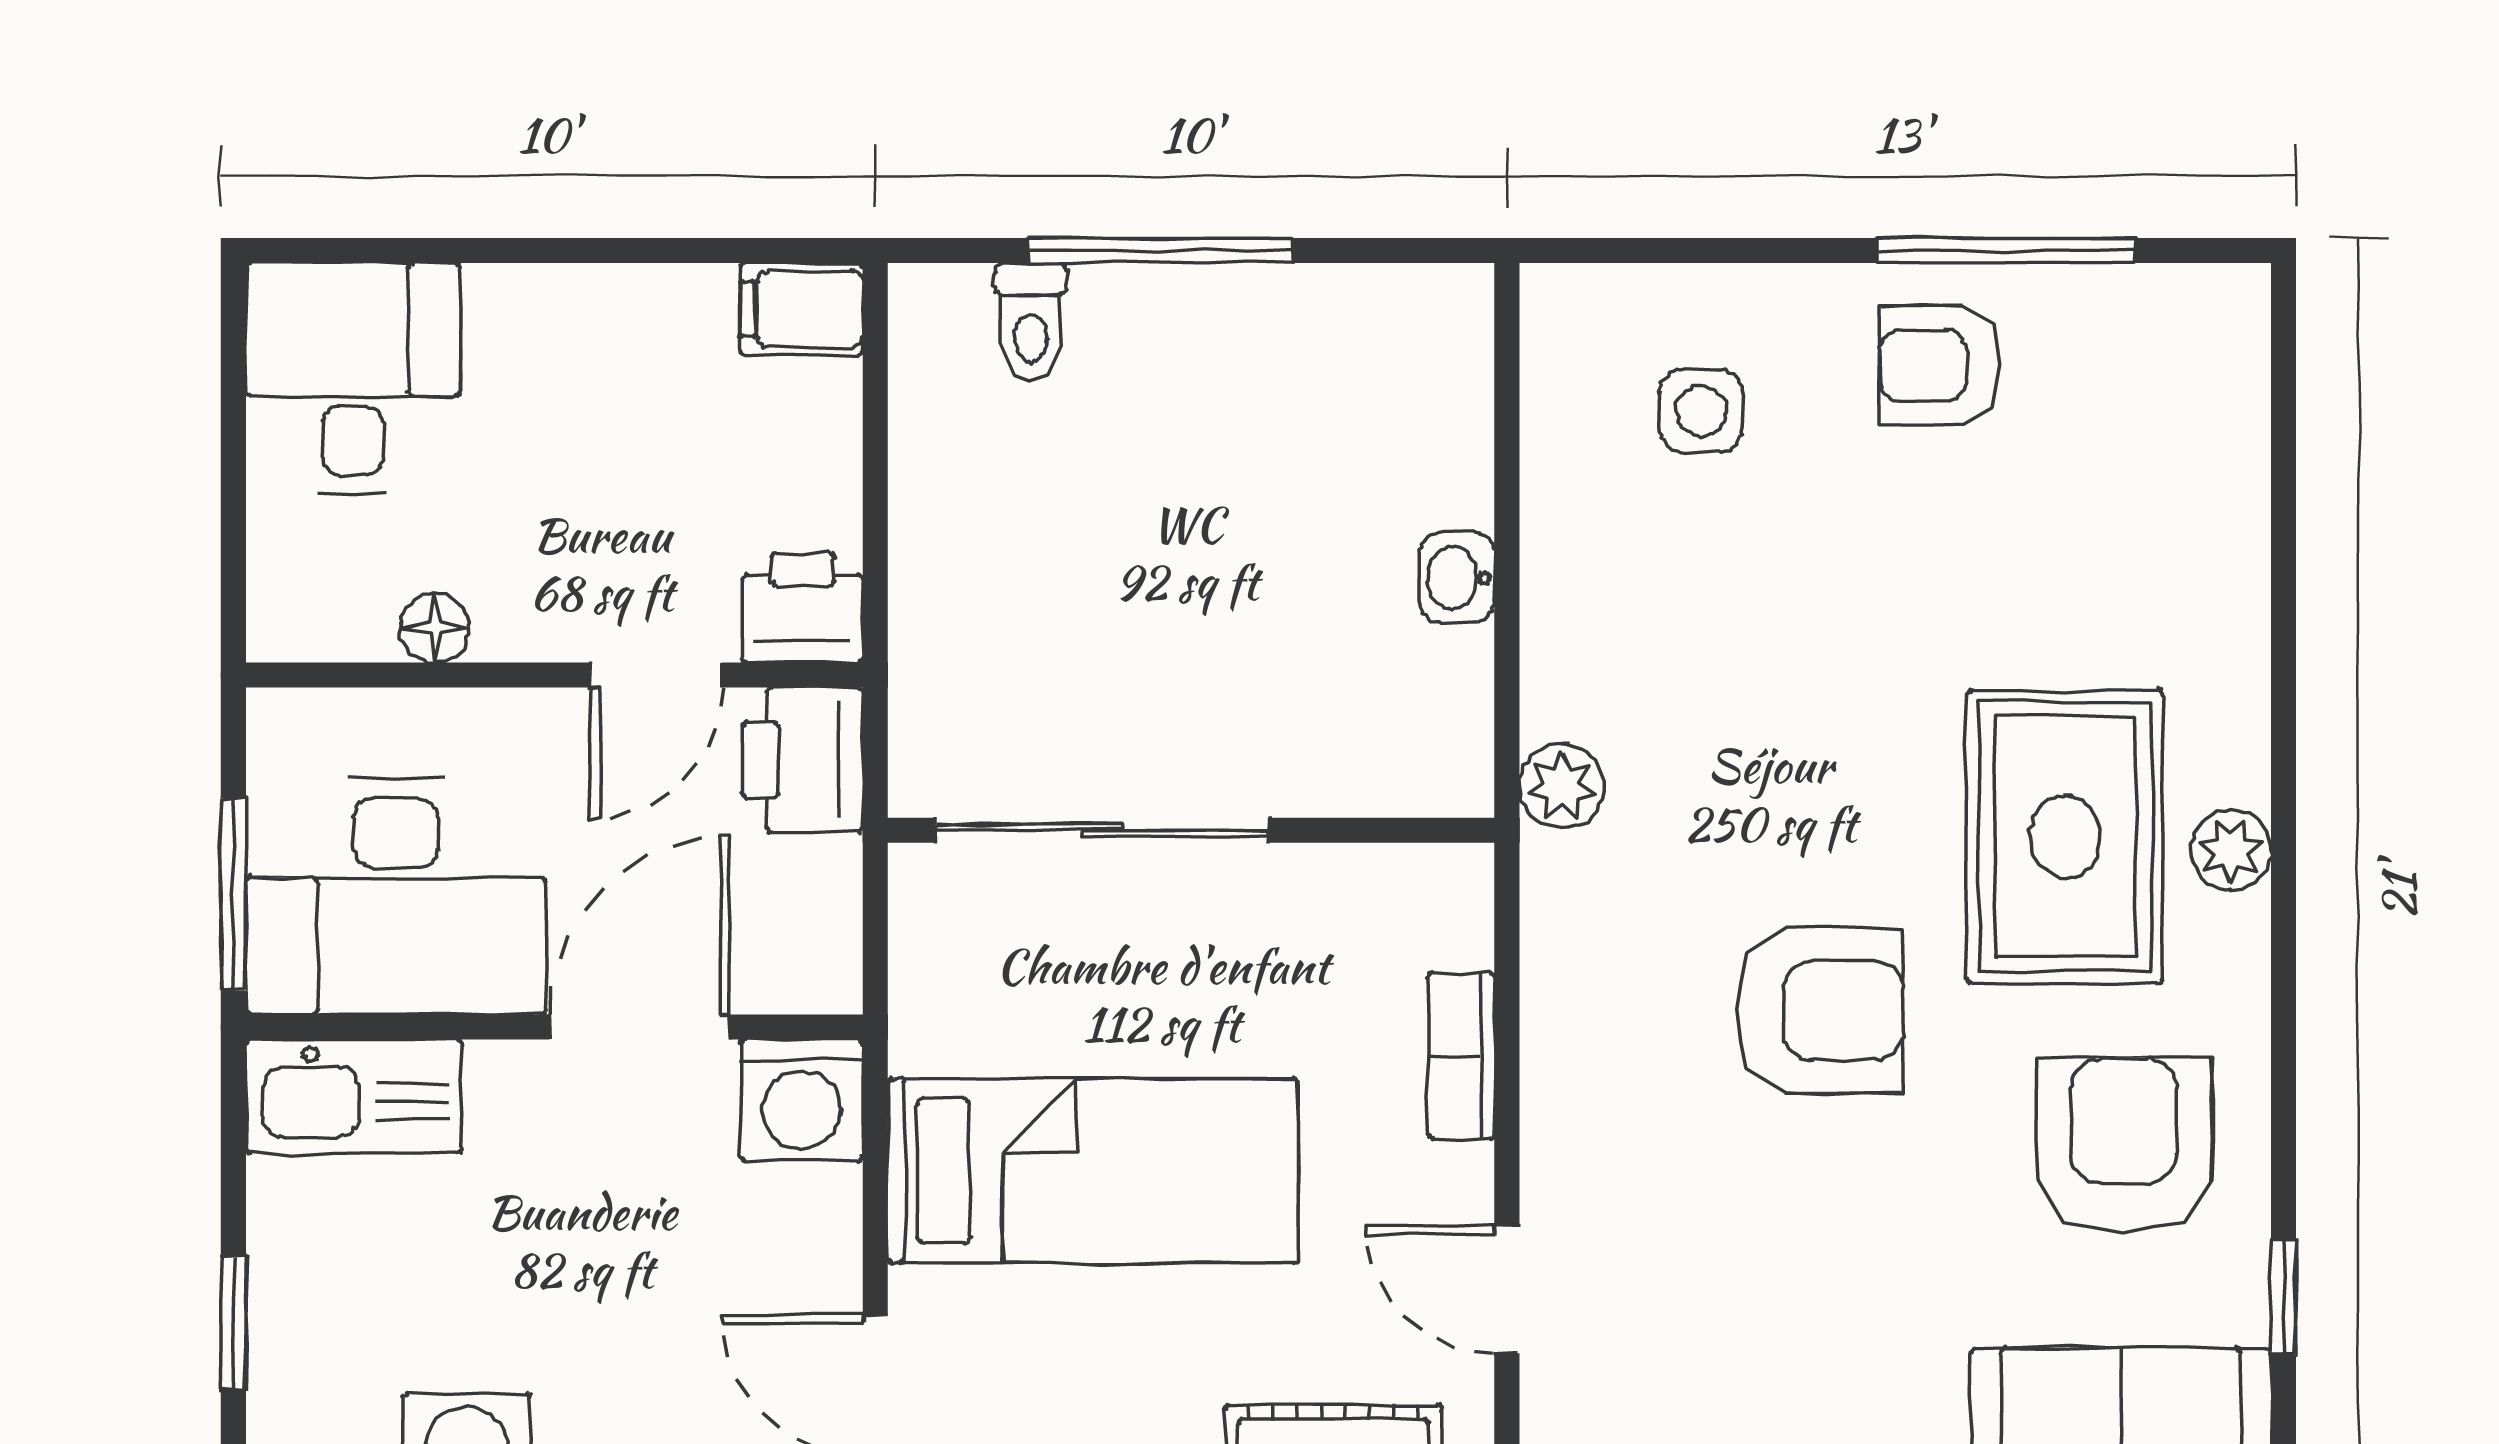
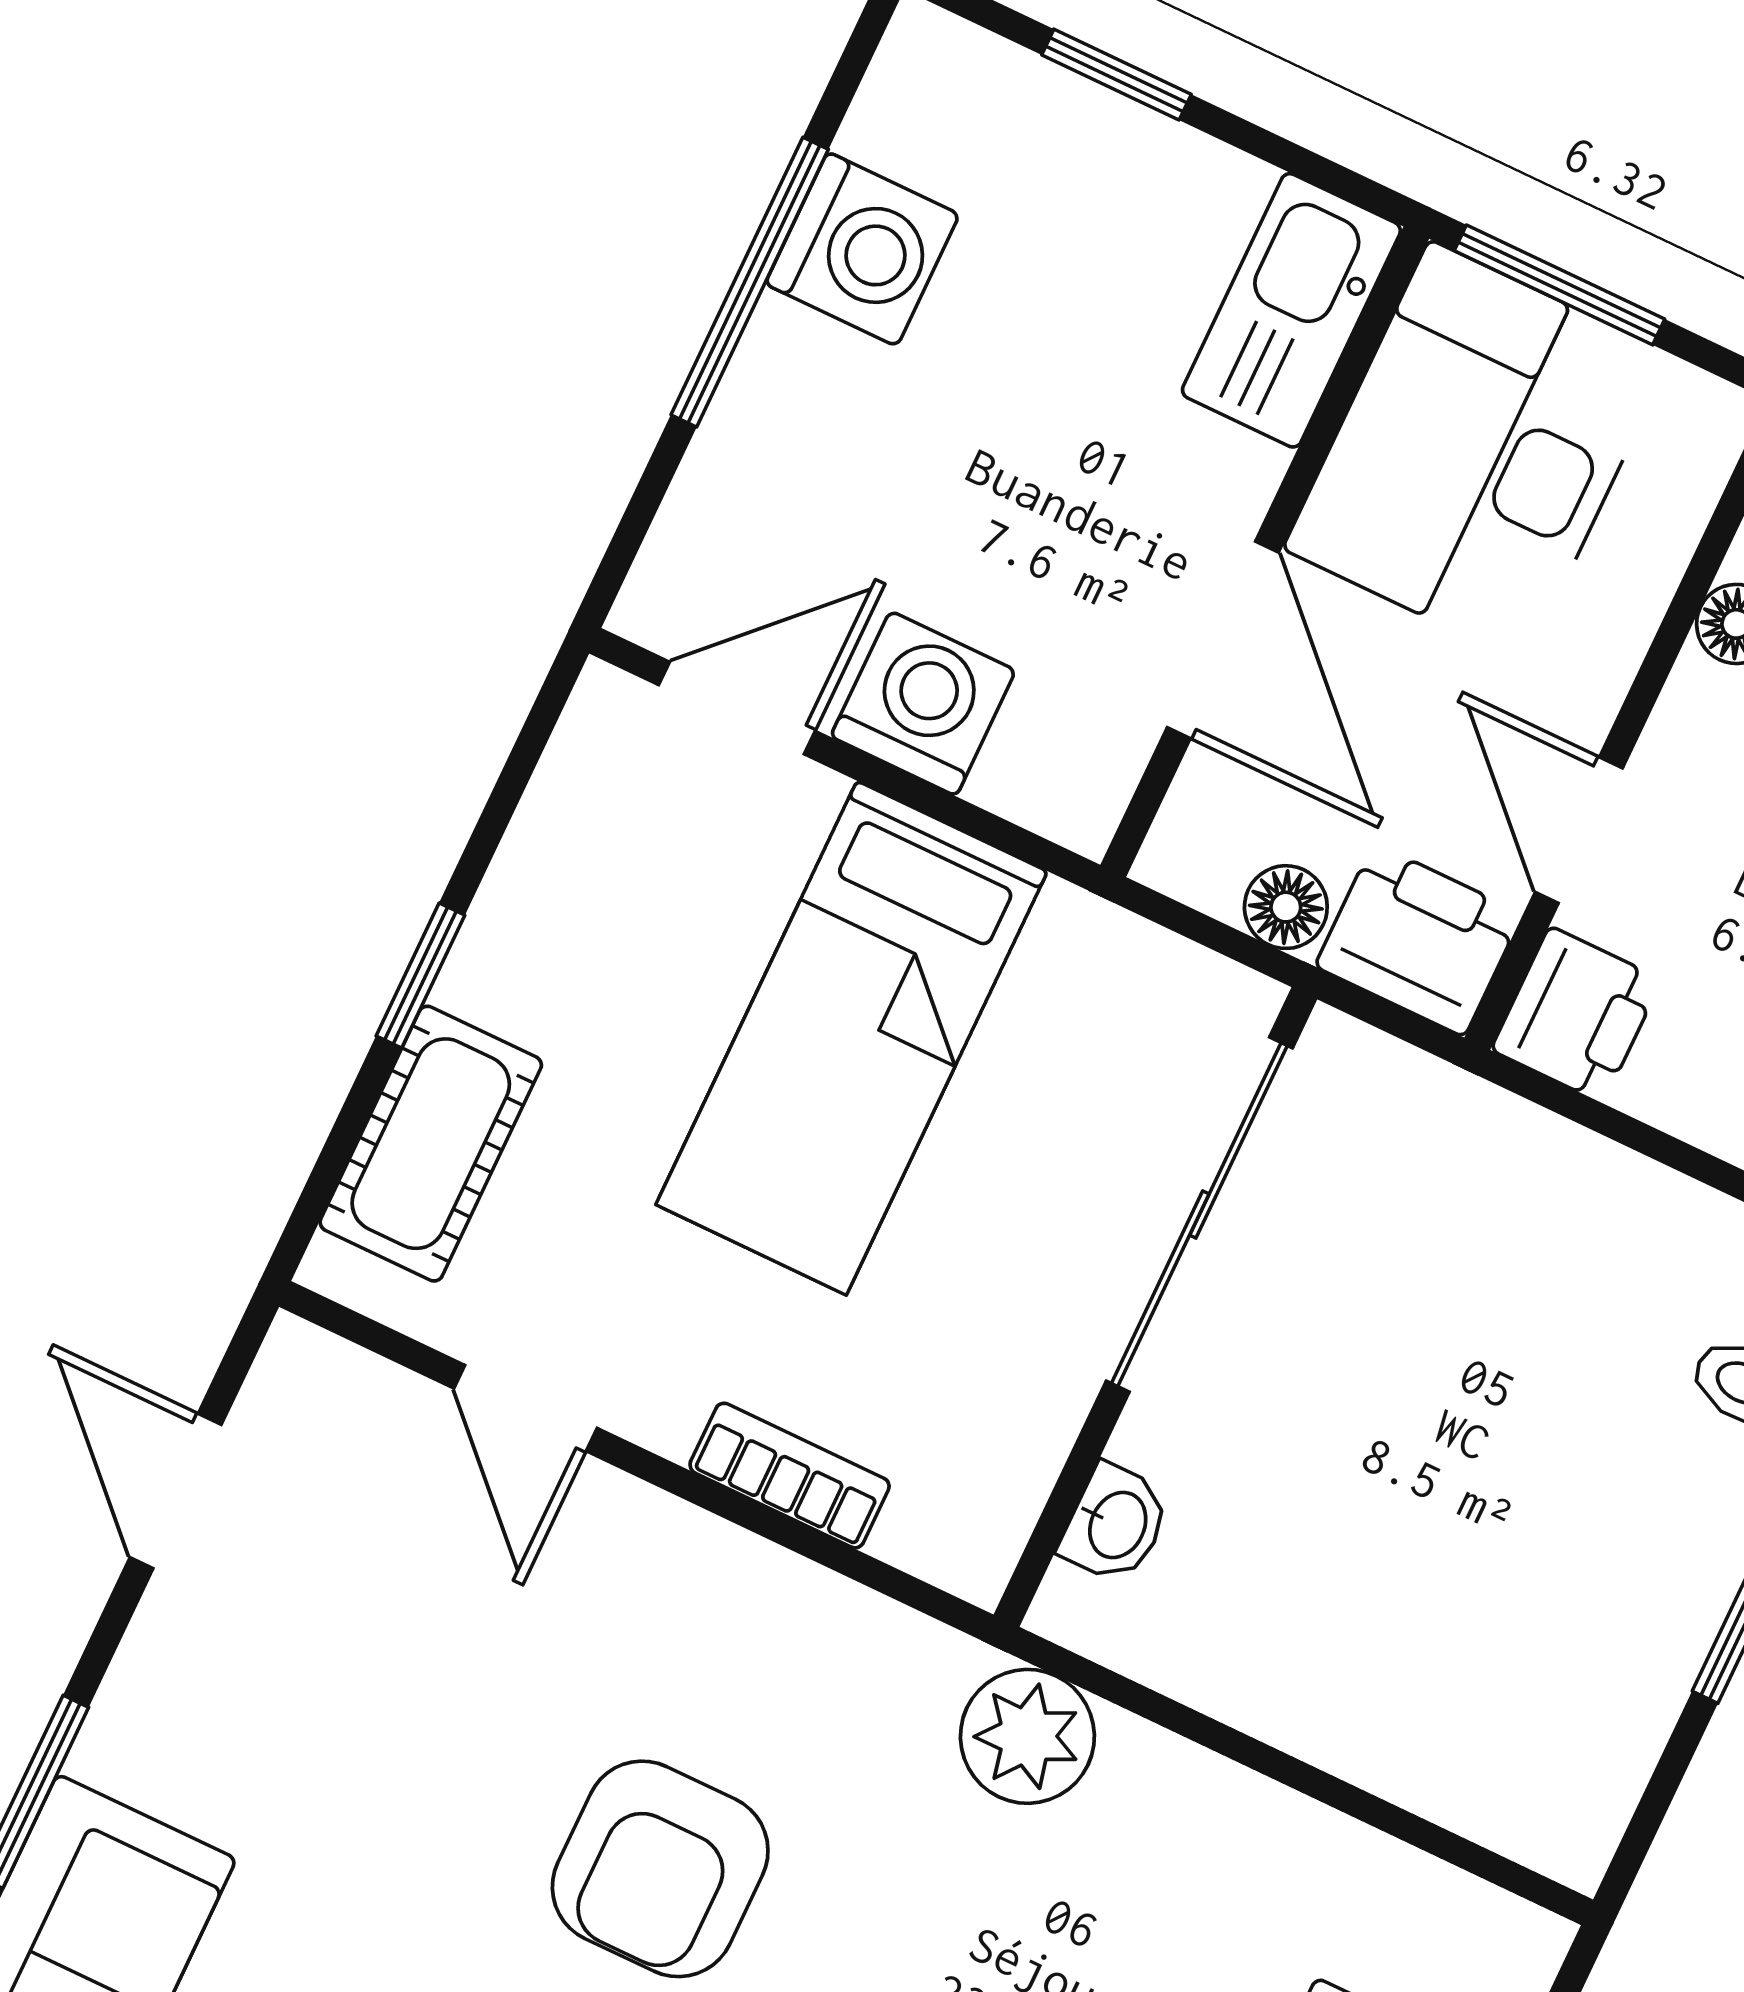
washbasin: (1457, 578) -> (1115, 1524), moved, turned 90
plant: (1562, 786) -> (1027, 1736), width x1.38, depth x1.38
floor lamp: (827, 877) -> (1286, 907), added
washing machine: (802, 1100) -> (923, 703), moved, turned 90
door: (1507, 1289) -> (526, 1408), swing flipped

